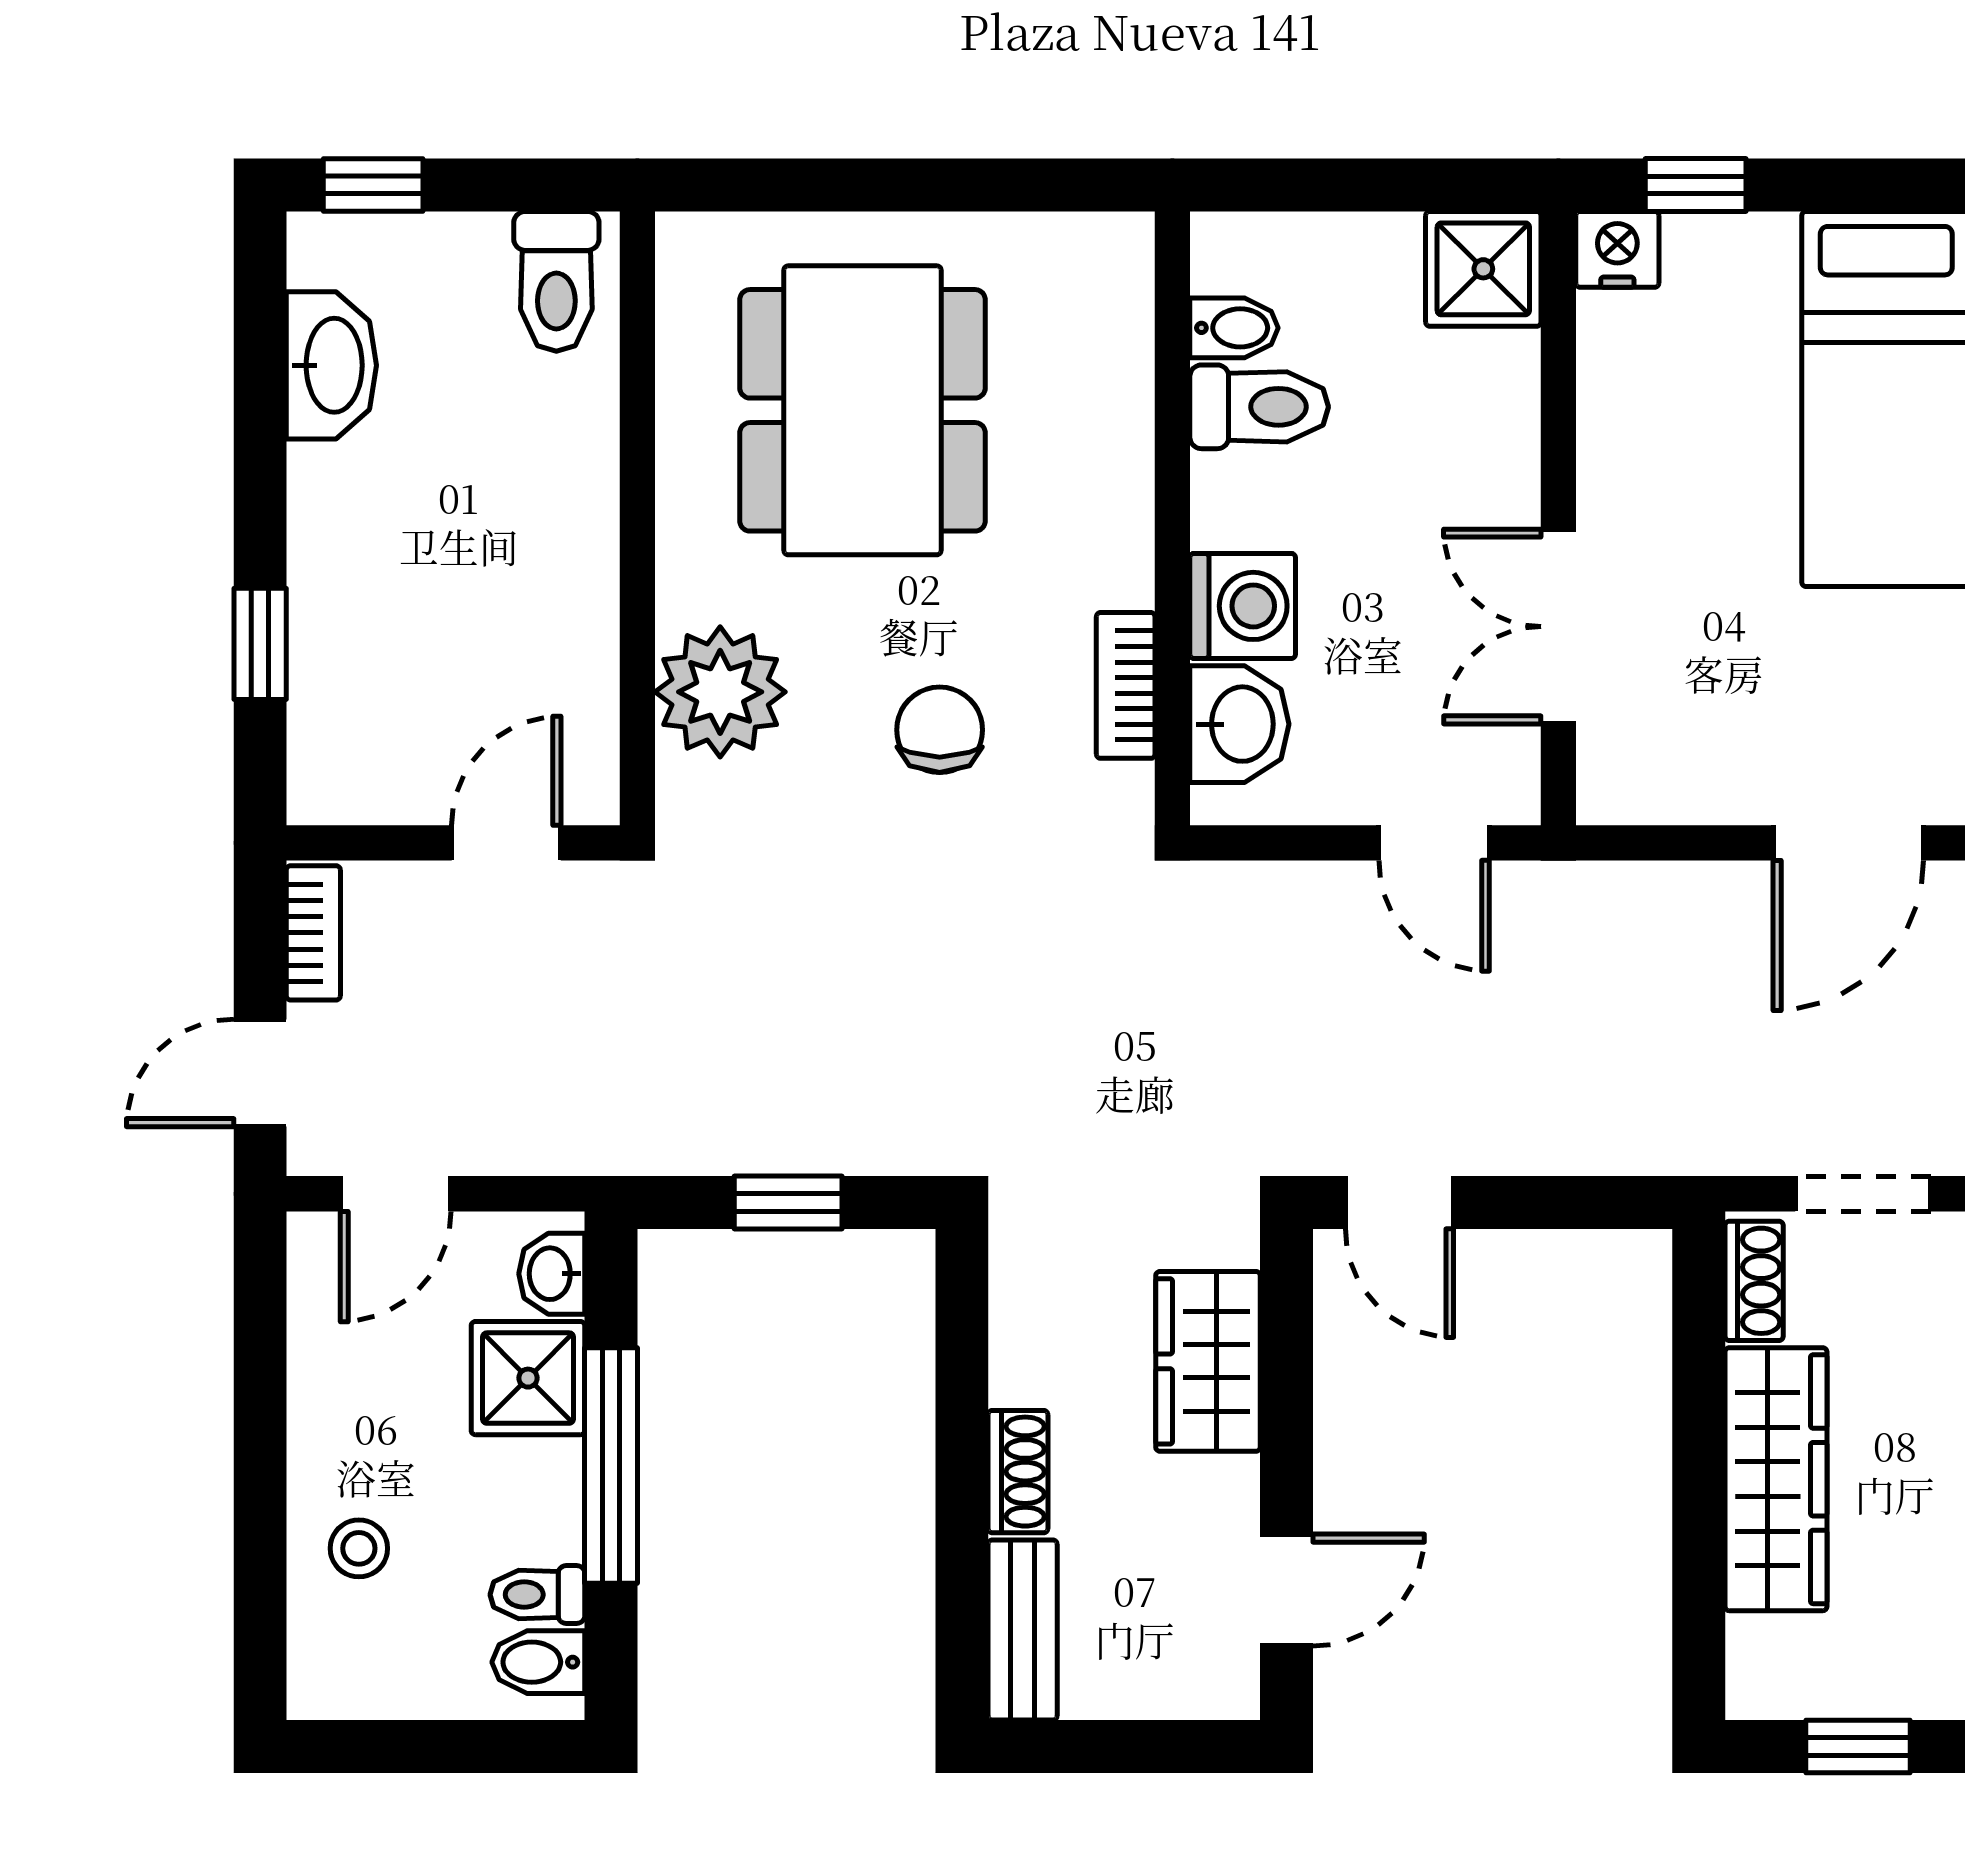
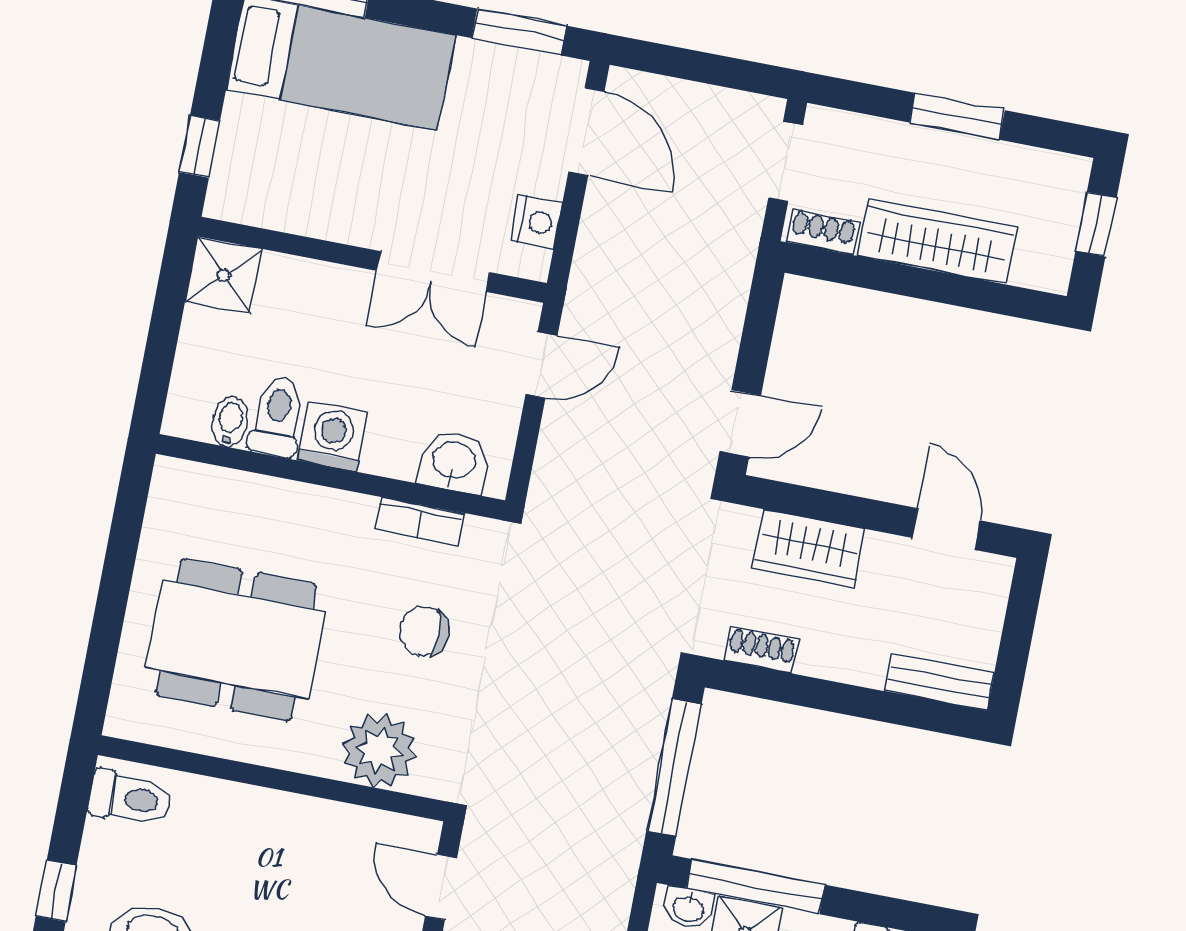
nightstand: (1617, 249) -> (537, 222), moved, turned 180
washing machine: (1243, 606) -> (333, 436), moved
window: (788, 1203) -> (674, 768), width x2.17
window: (611, 1465) -> (756, 887), moved
shoe rack: (1018, 1472) -> (761, 650), moved

